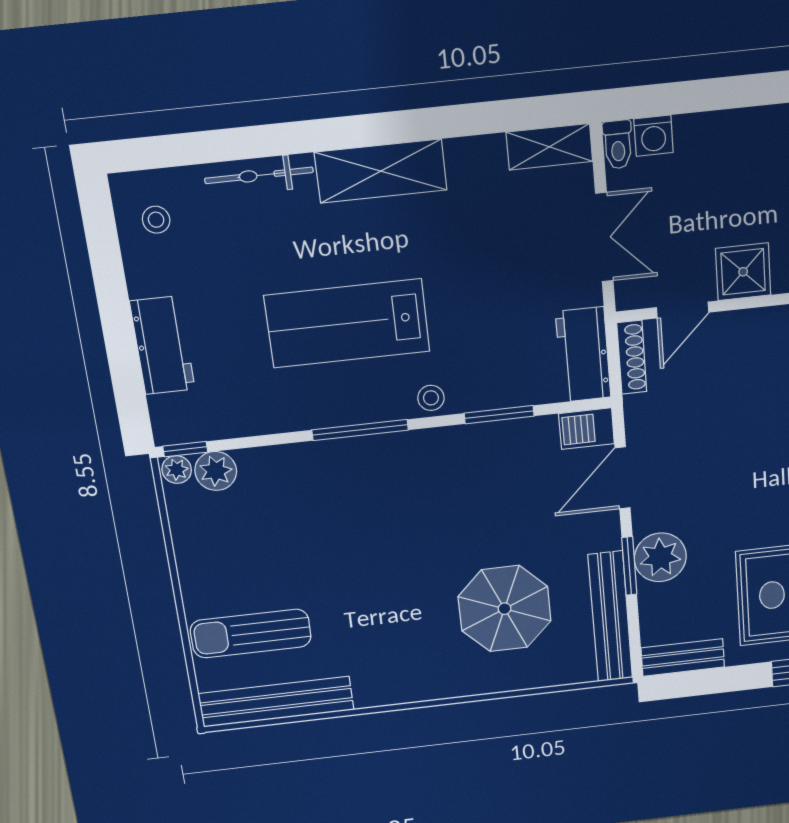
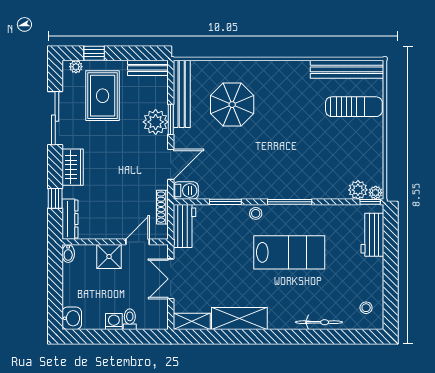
washing machine: (653, 136) -> (114, 321), moved
toilet: (618, 145) -> (130, 319), moved
shelving: (381, 171) -> (239, 319), moved
workbench: (163, 345) -> (372, 235), moved
shoe rack: (632, 357) -> (162, 207), moved

